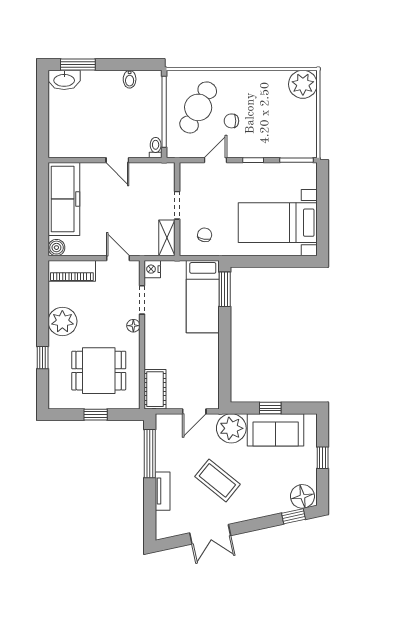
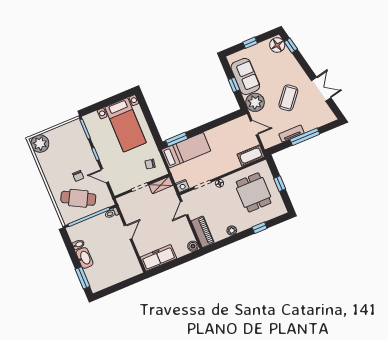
washbasin: (64, 80) -> (85, 258), moved
freezer: (64, 199) -> (158, 258), width x0.73, depth x0.79
plant: (62, 321) -> (232, 231), width x0.53, depth x0.53
window: (150, 454) -> (305, 137), moved
tv unit: (163, 491) -> (291, 134), moved

